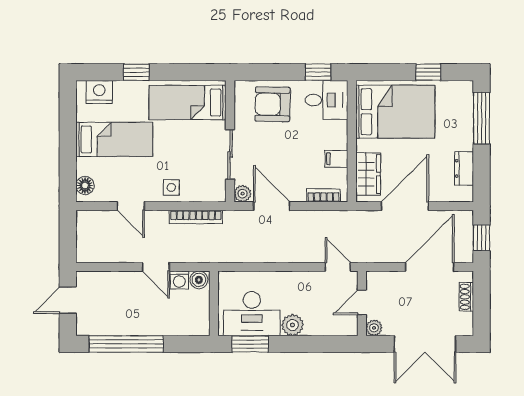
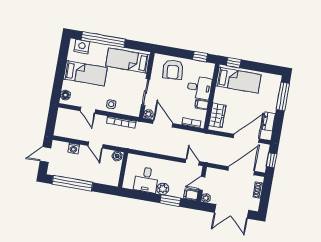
window: (136, 72) -> (103, 40), width x3.17
window: (428, 72) -> (234, 63), moved
desk: (326, 100) -> (199, 88), moved
armchair: (273, 104) -> (173, 69), turned -96
bed: (395, 112) -> (238, 80), width x0.67
door: (405, 206) -> (246, 138), moved
washing machine: (179, 280) -> (74, 148), moved
desk: (252, 314) -> (146, 180), width x0.73
filing cabinet: (346, 327) -> (191, 195), added
window: (250, 344) -> (170, 201), moved

